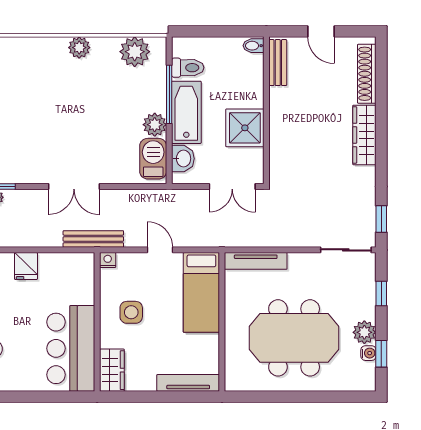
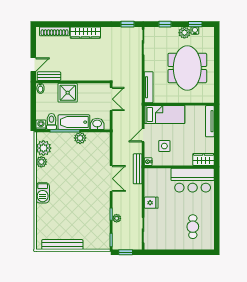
door: (321, 31) -> (33, 65), moved
washing machine: (181, 47) -> (41, 125), added
plant: (79, 48) -> (41, 162), moved
shower: (245, 128) -> (68, 93), moved
barbecue: (153, 159) -> (43, 193), moved, turned -90
side table: (131, 312) -> (164, 146), moved

